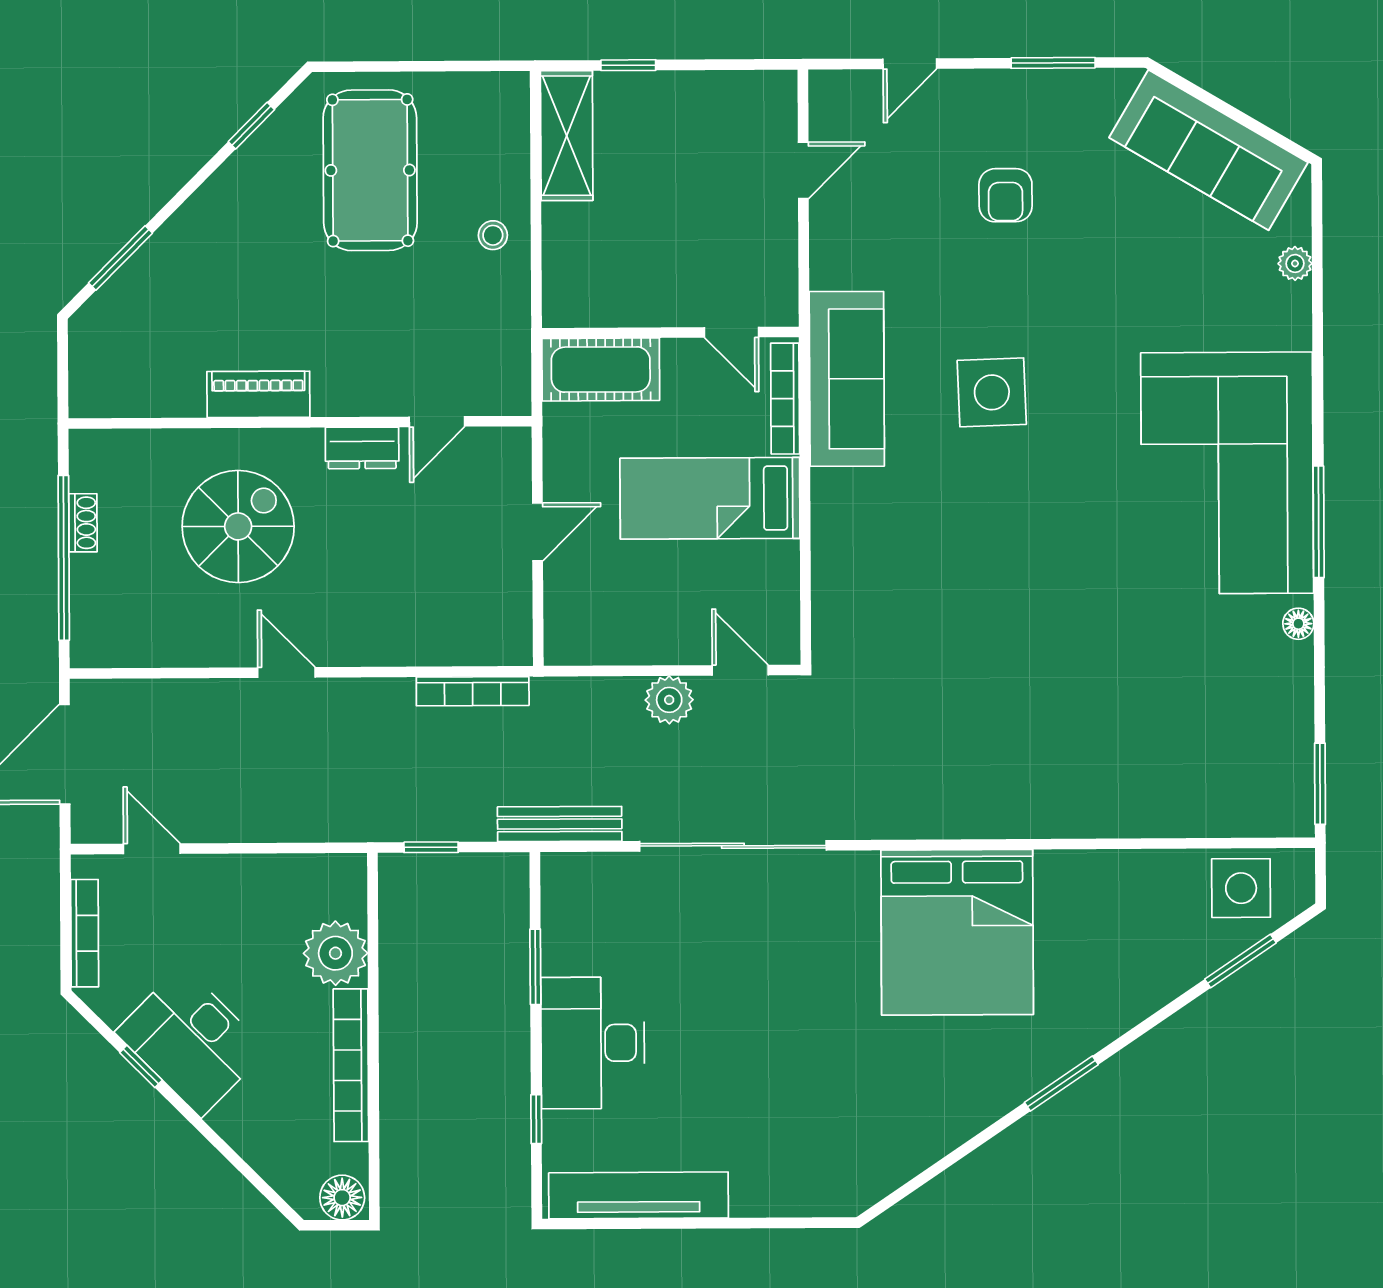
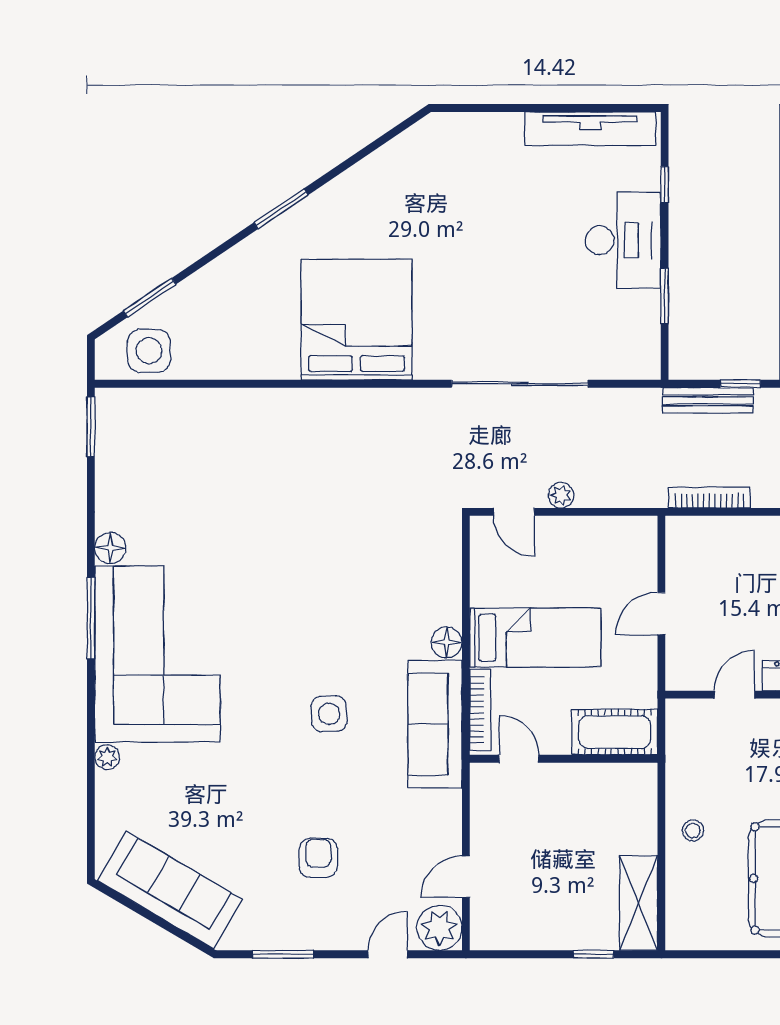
plant: (839, 100) -> (439, 928), added
plant: (1295, 263) -> (107, 757), moved
side table: (992, 392) -> (329, 714), width x0.73, depth x0.73
floor lamp: (831, 491) -> (447, 642), added
floor lamp: (1298, 624) -> (110, 548), width x1.37, depth x1.37
plant: (669, 700) -> (561, 495), width x0.73, depth x0.73
bench: (560, 824) -> (708, 400), moved

